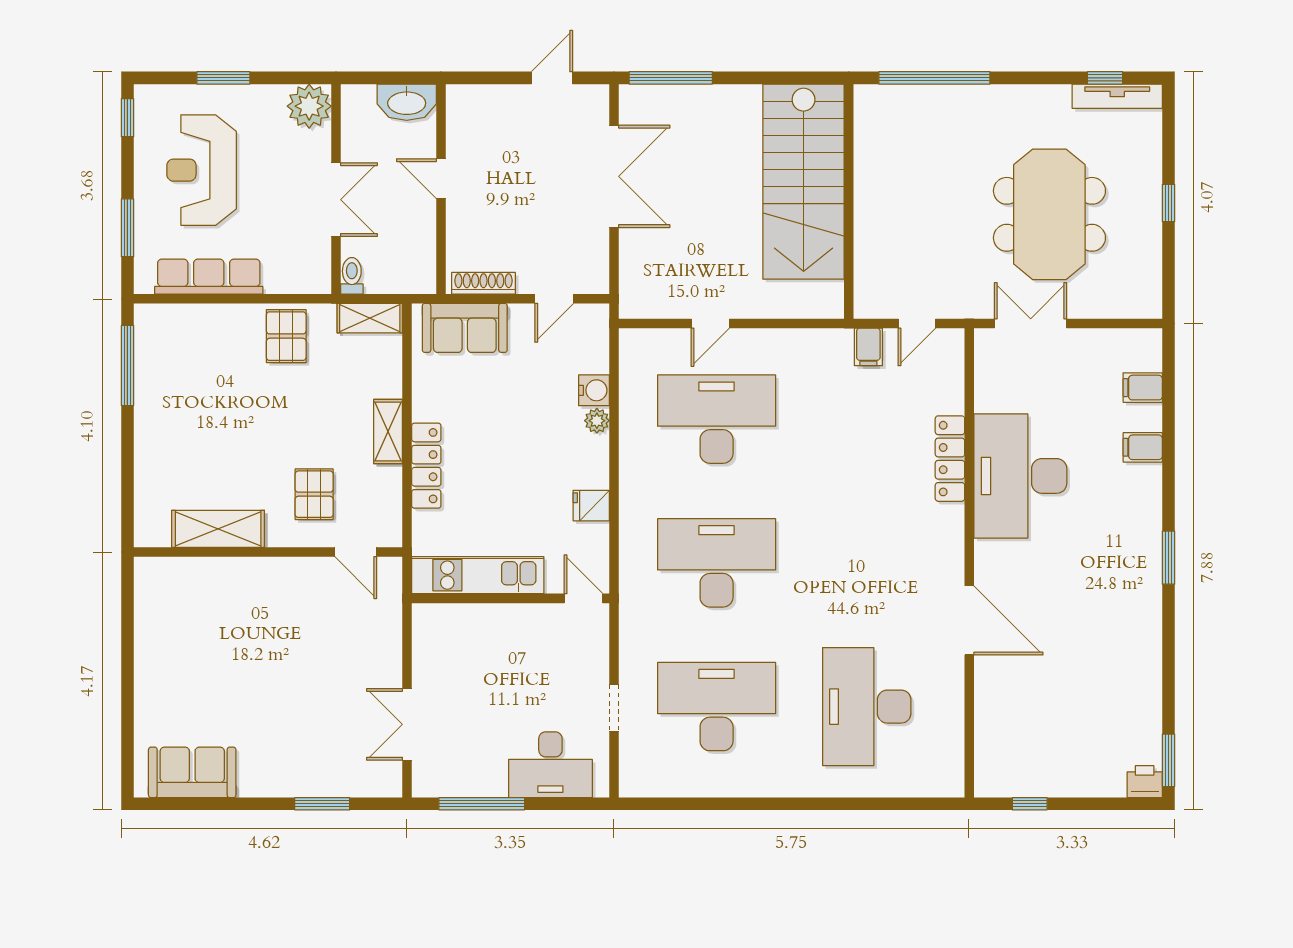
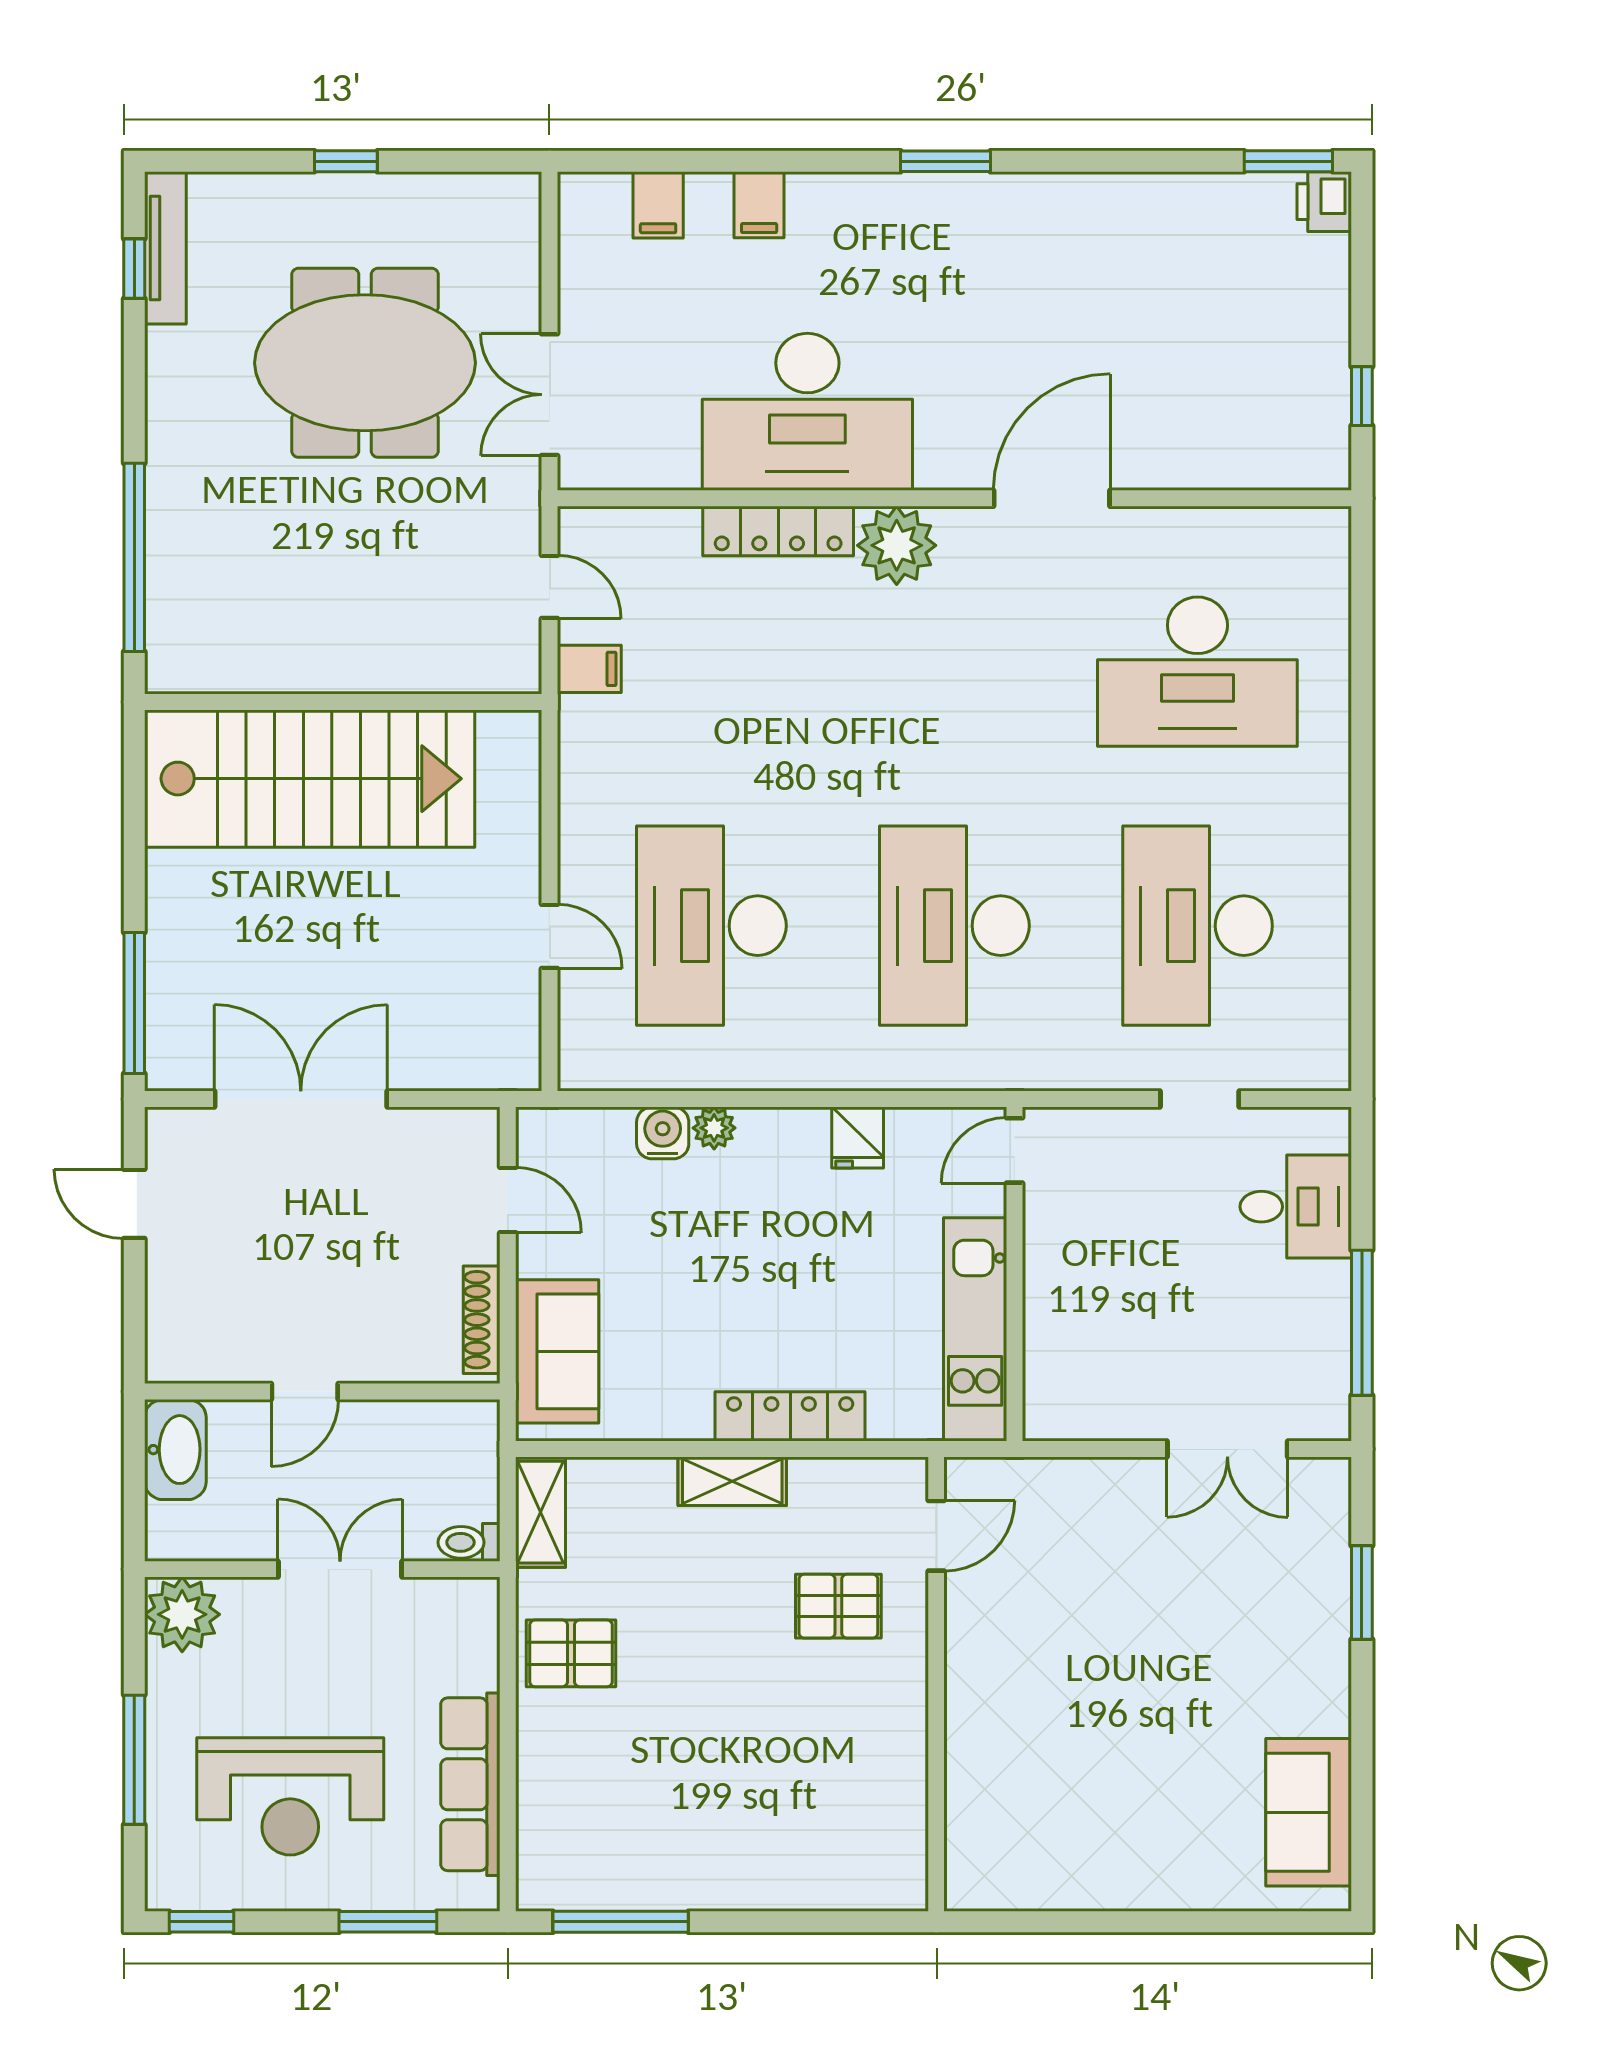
window: (223, 78) -> (134, 1760), width x1.44
shelving: (218, 529) -> (897, 1769), removed
plant: (941, 529) -> (897, 545), added
desk: (550, 765) -> (1296, 1207), width x0.73

